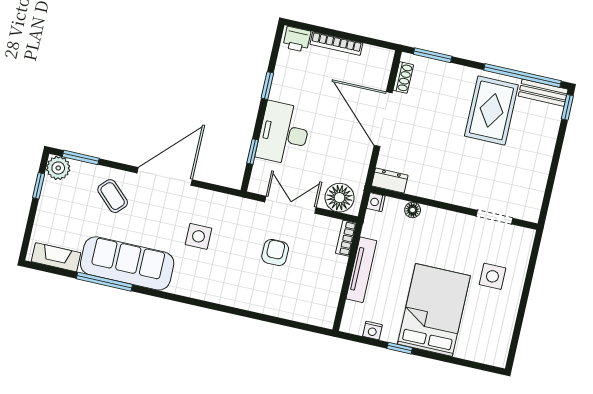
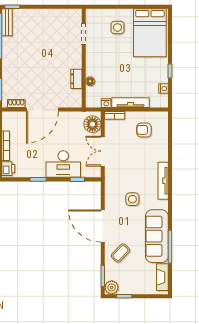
rug: (491, 110) -> (24, 49), removed
dresser: (390, 181) -> (76, 79), moved
nightstand: (376, 202) -> (106, 103), moved
armchair: (275, 252) -> (144, 130), moved
tv unit: (218, 295) -> (163, 181), added
bed: (434, 310) -> (150, 33), moved, turned -90

